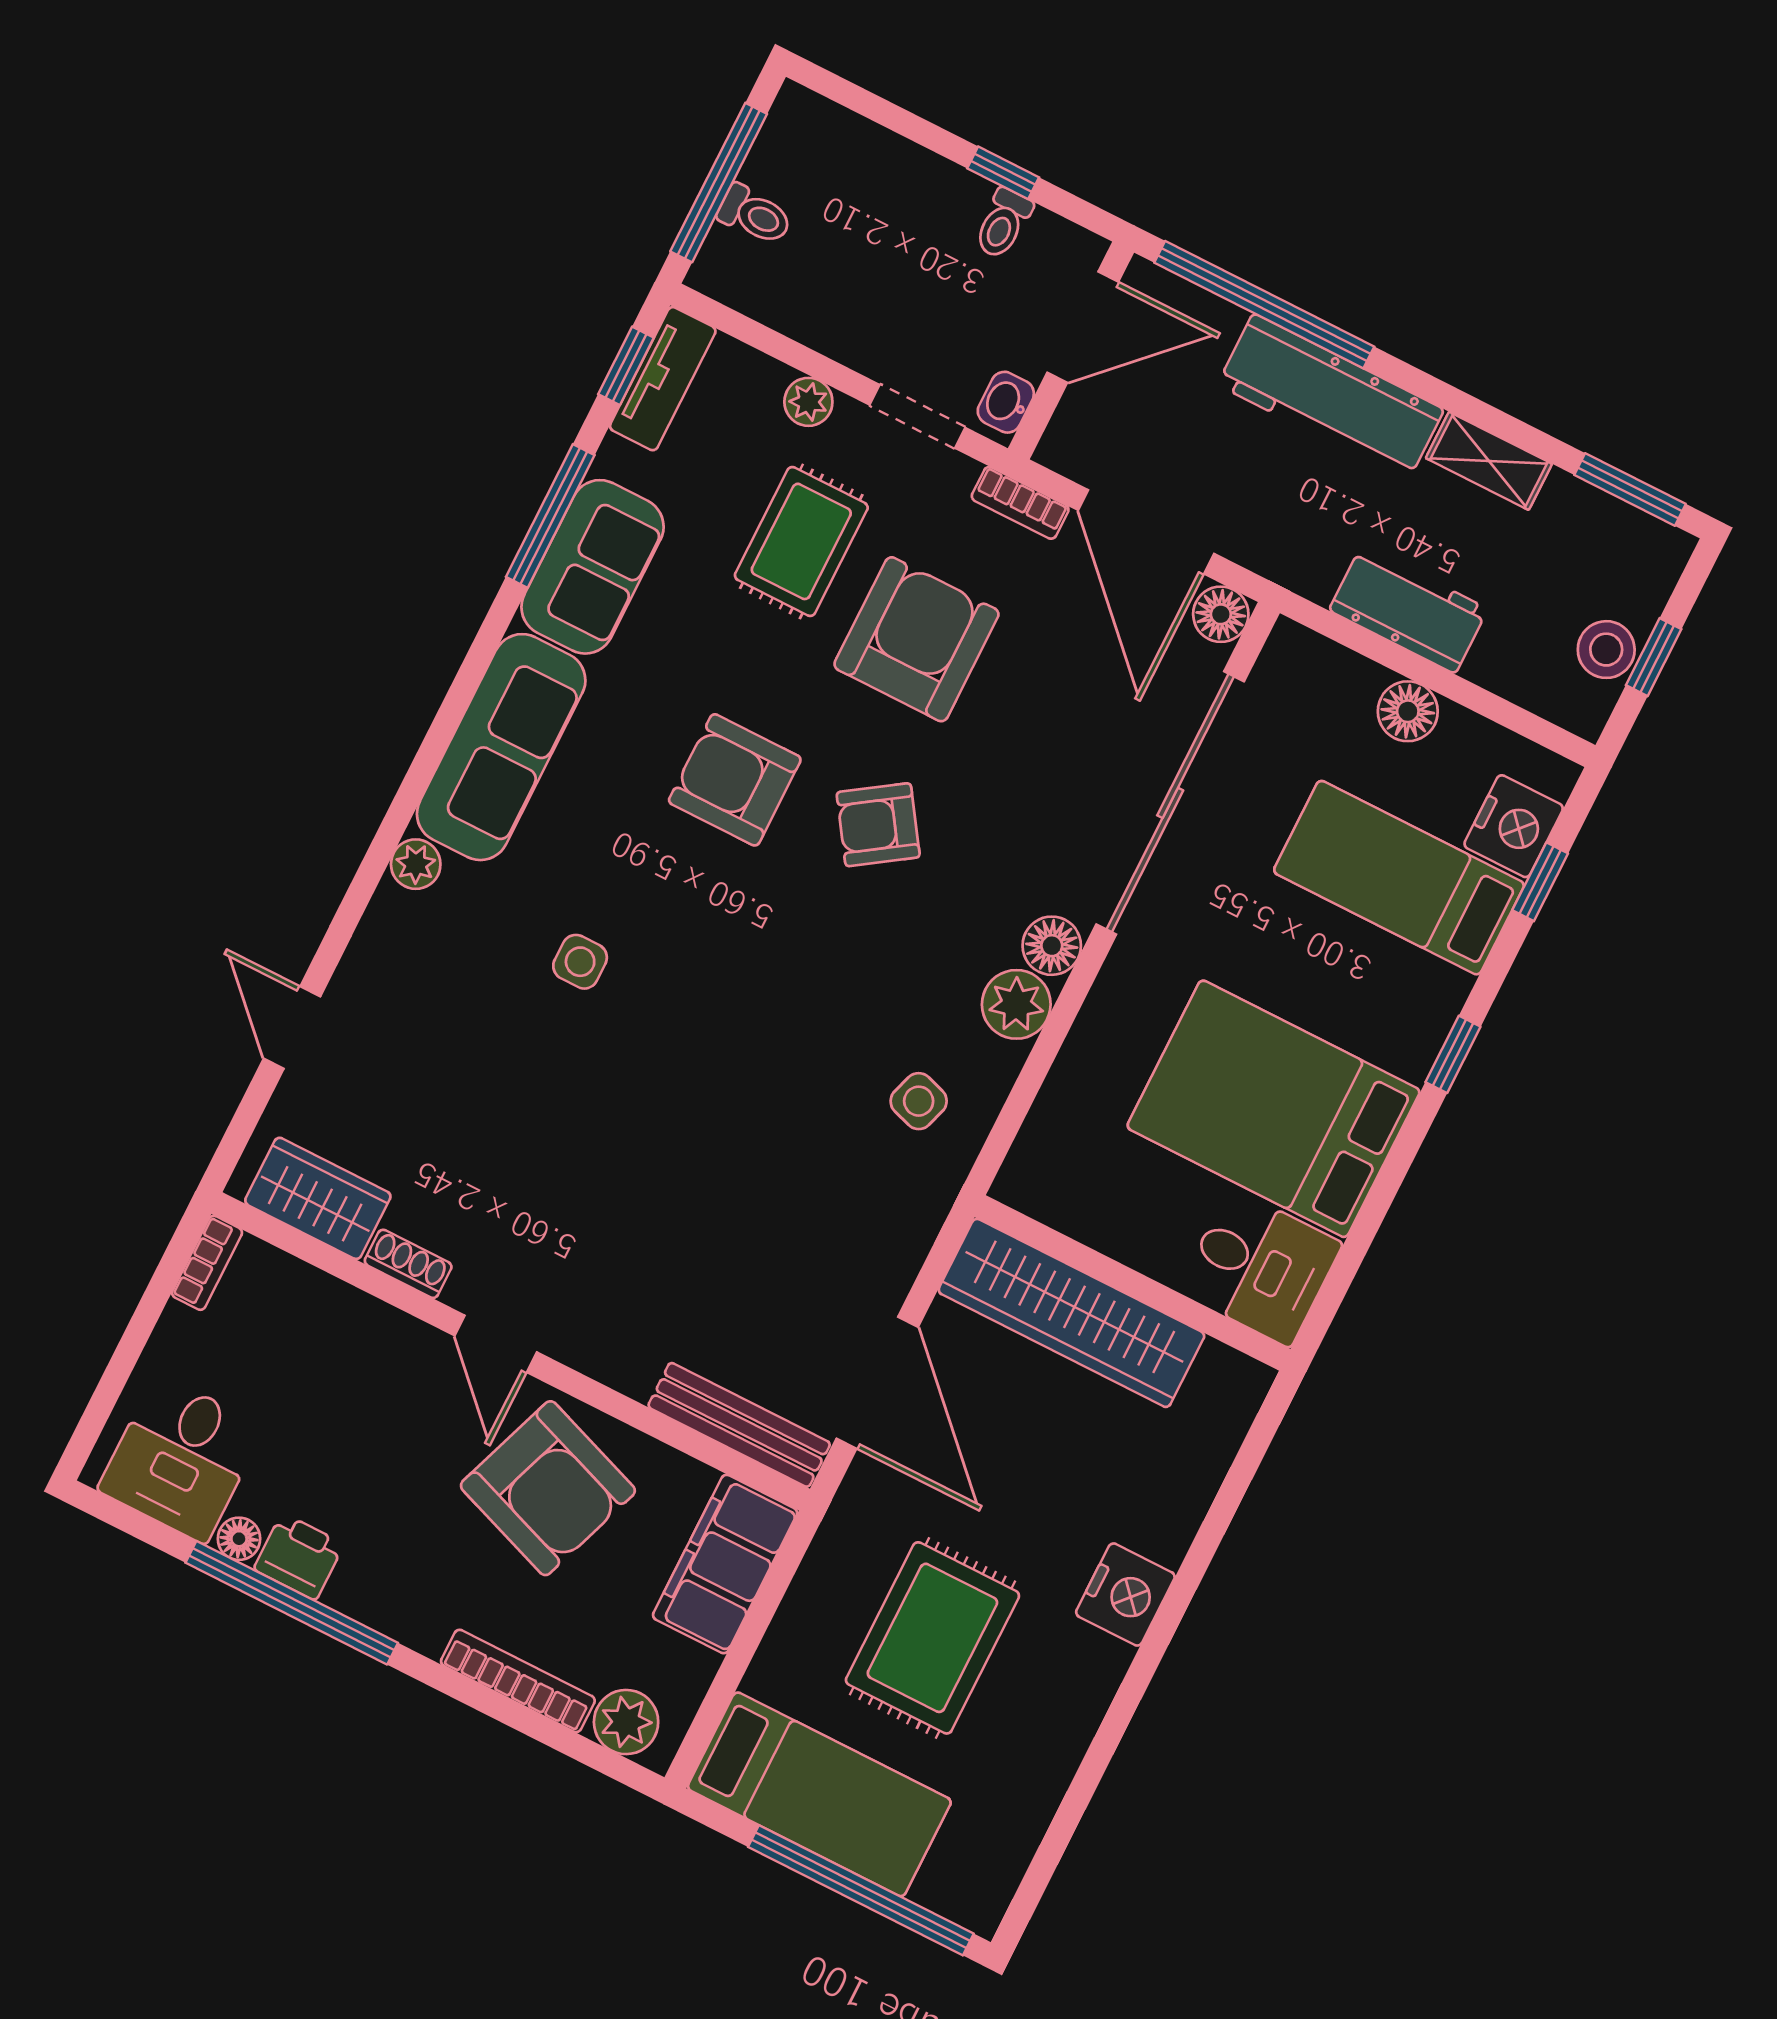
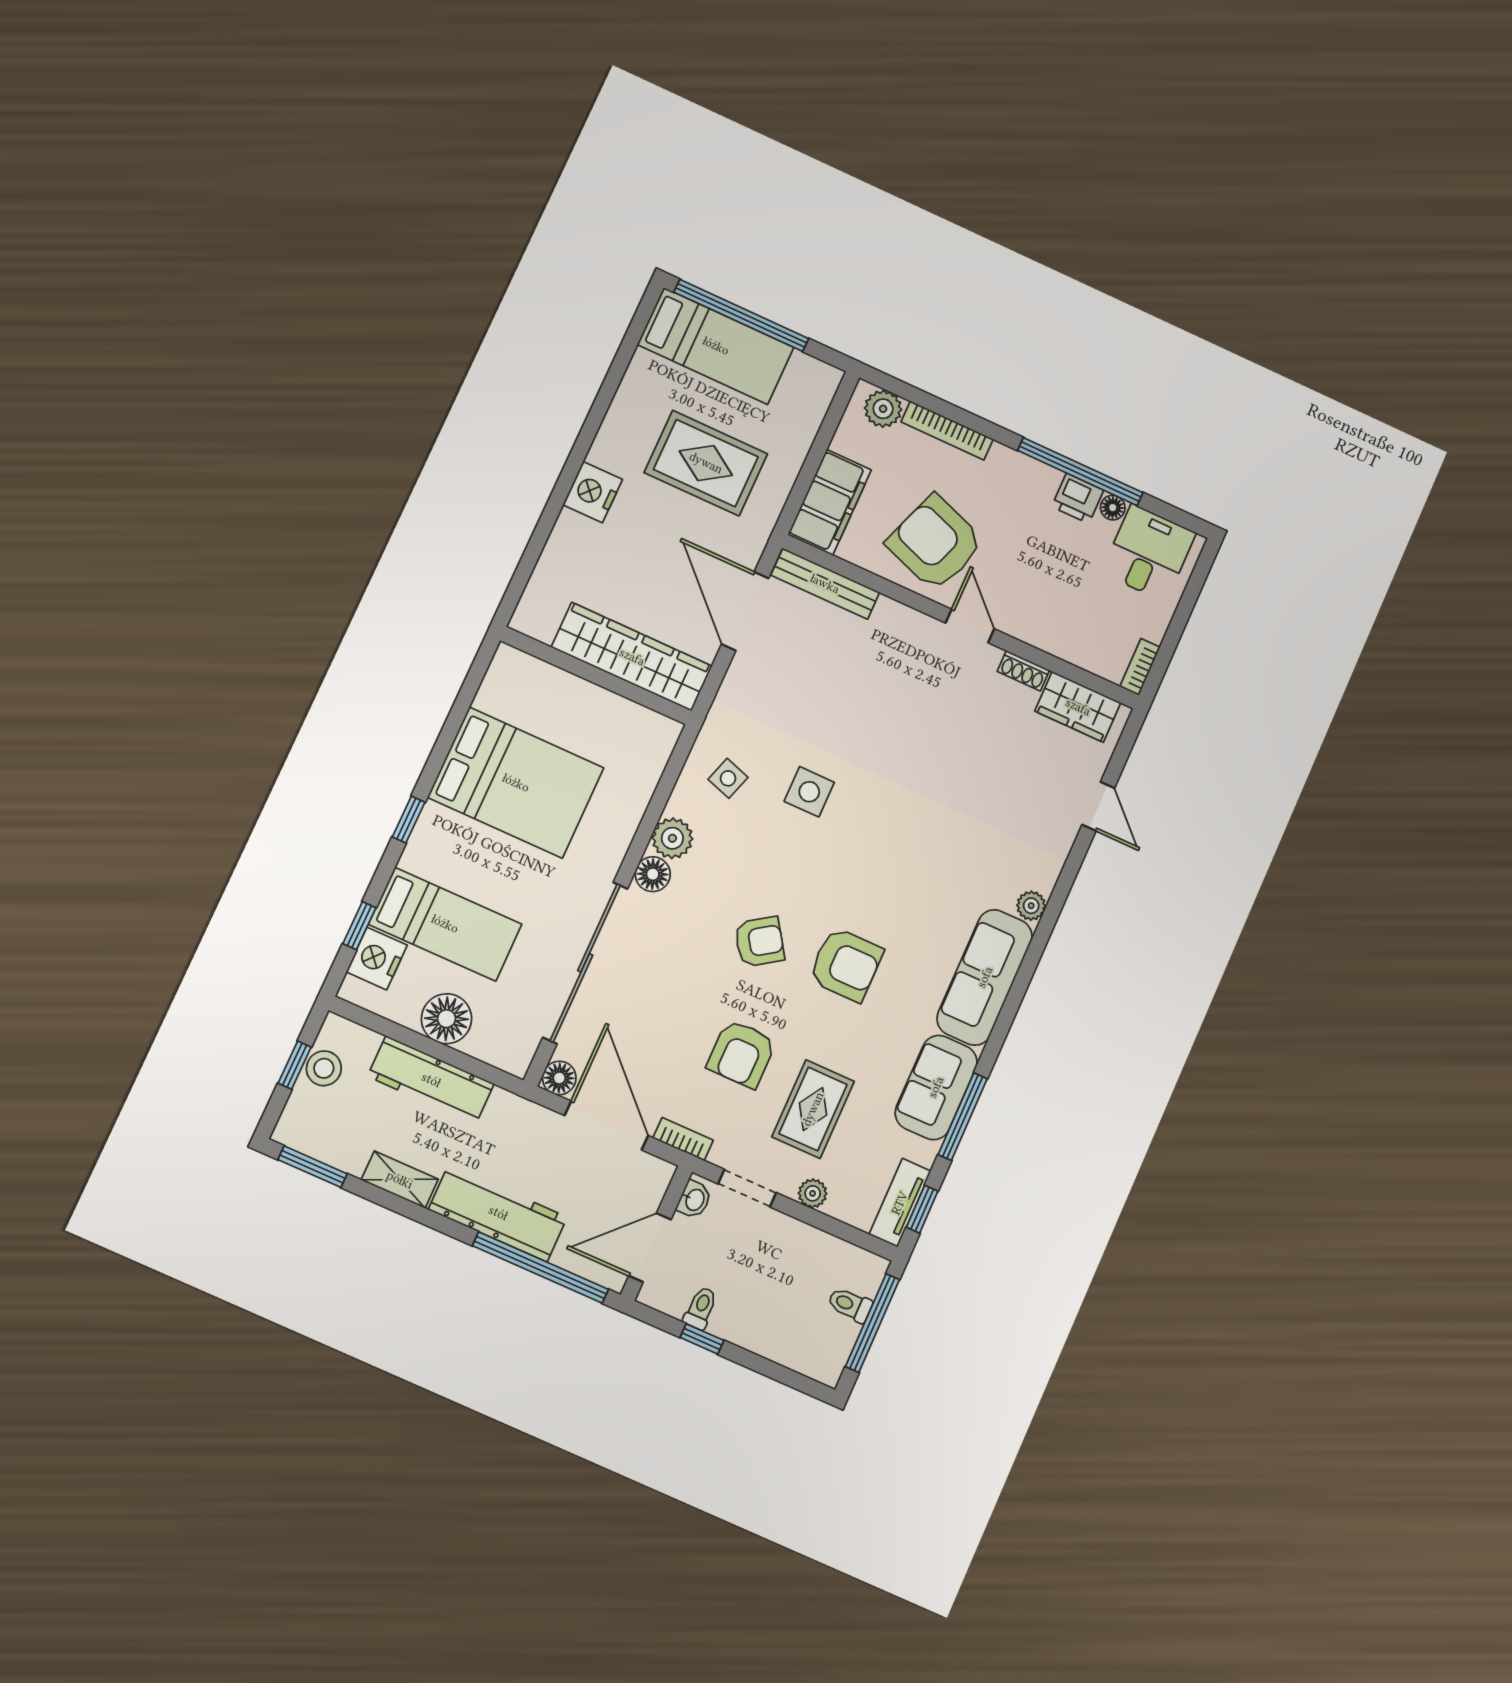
workbench: (1408, 609) -> (431, 1080), width x1.38
armchair: (916, 639) -> (742, 1054), width x0.73, depth x0.73
floor lamp: (1408, 711) -> (446, 1019), width x1.38, depth x1.38
side table: (580, 962) -> (809, 792), moved, width x1.37, depth x1.37
desk: (1260, 1267) -> (520, 688), removed
rug: (932, 1638) -> (706, 463), turned 90
bed: (819, 1794) -> (716, 346), moved, turned 180

